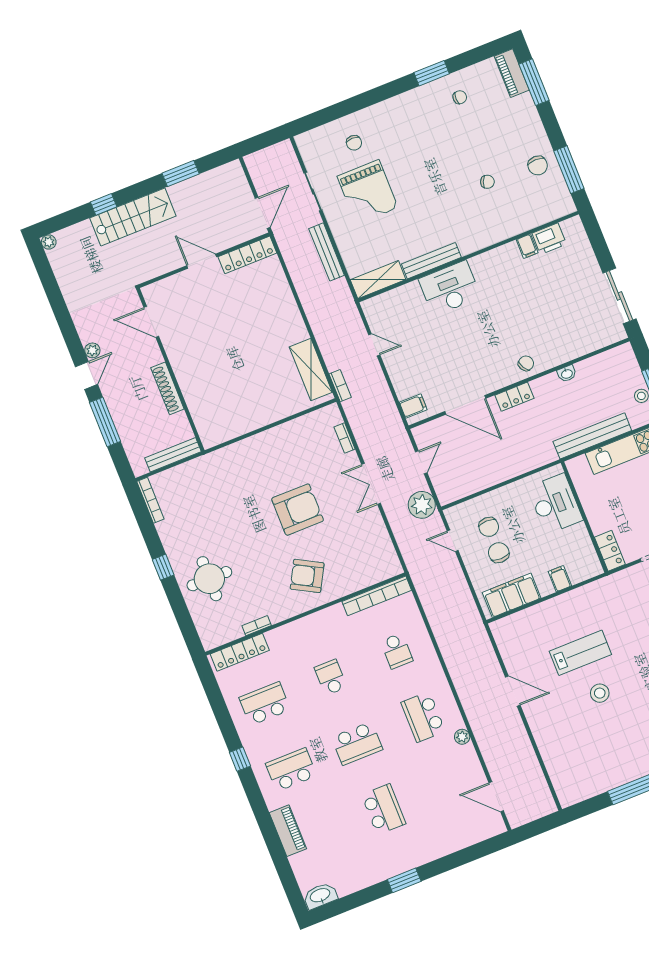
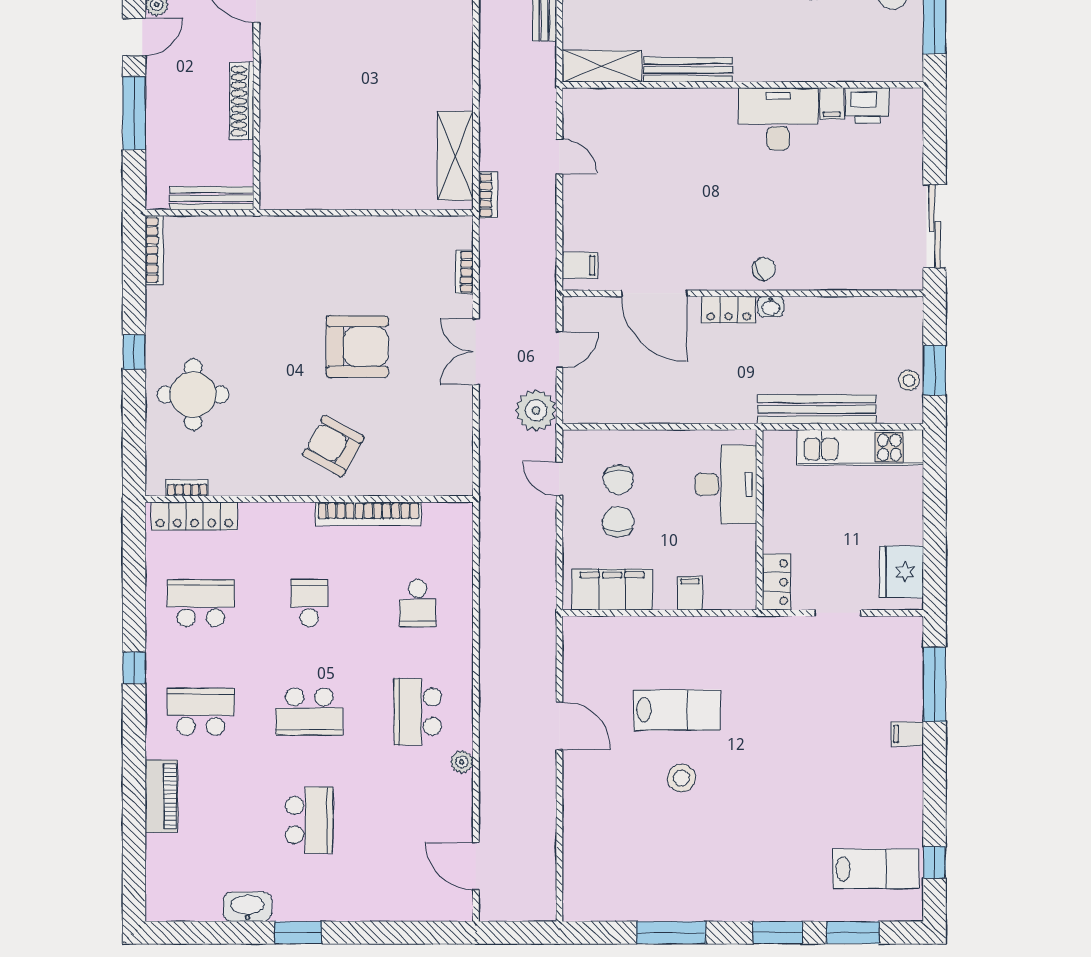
desk: (450, 288) -> (778, 119), moved
washbasin: (567, 374) -> (771, 307), moved
bookcase: (377, 596) -> (368, 514), moved
bookcase: (257, 626) -> (187, 488), moved
washbasin: (320, 896) -> (248, 907), moved

